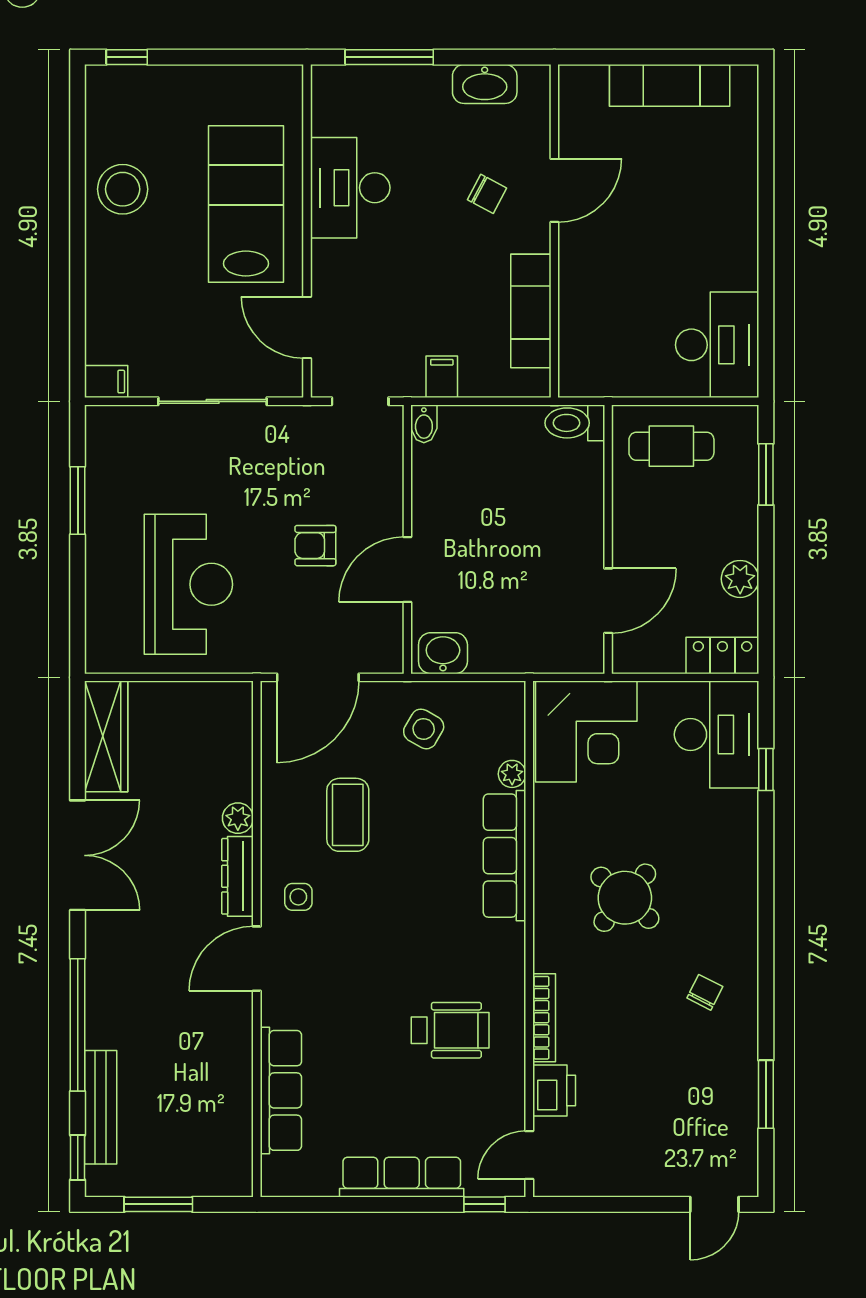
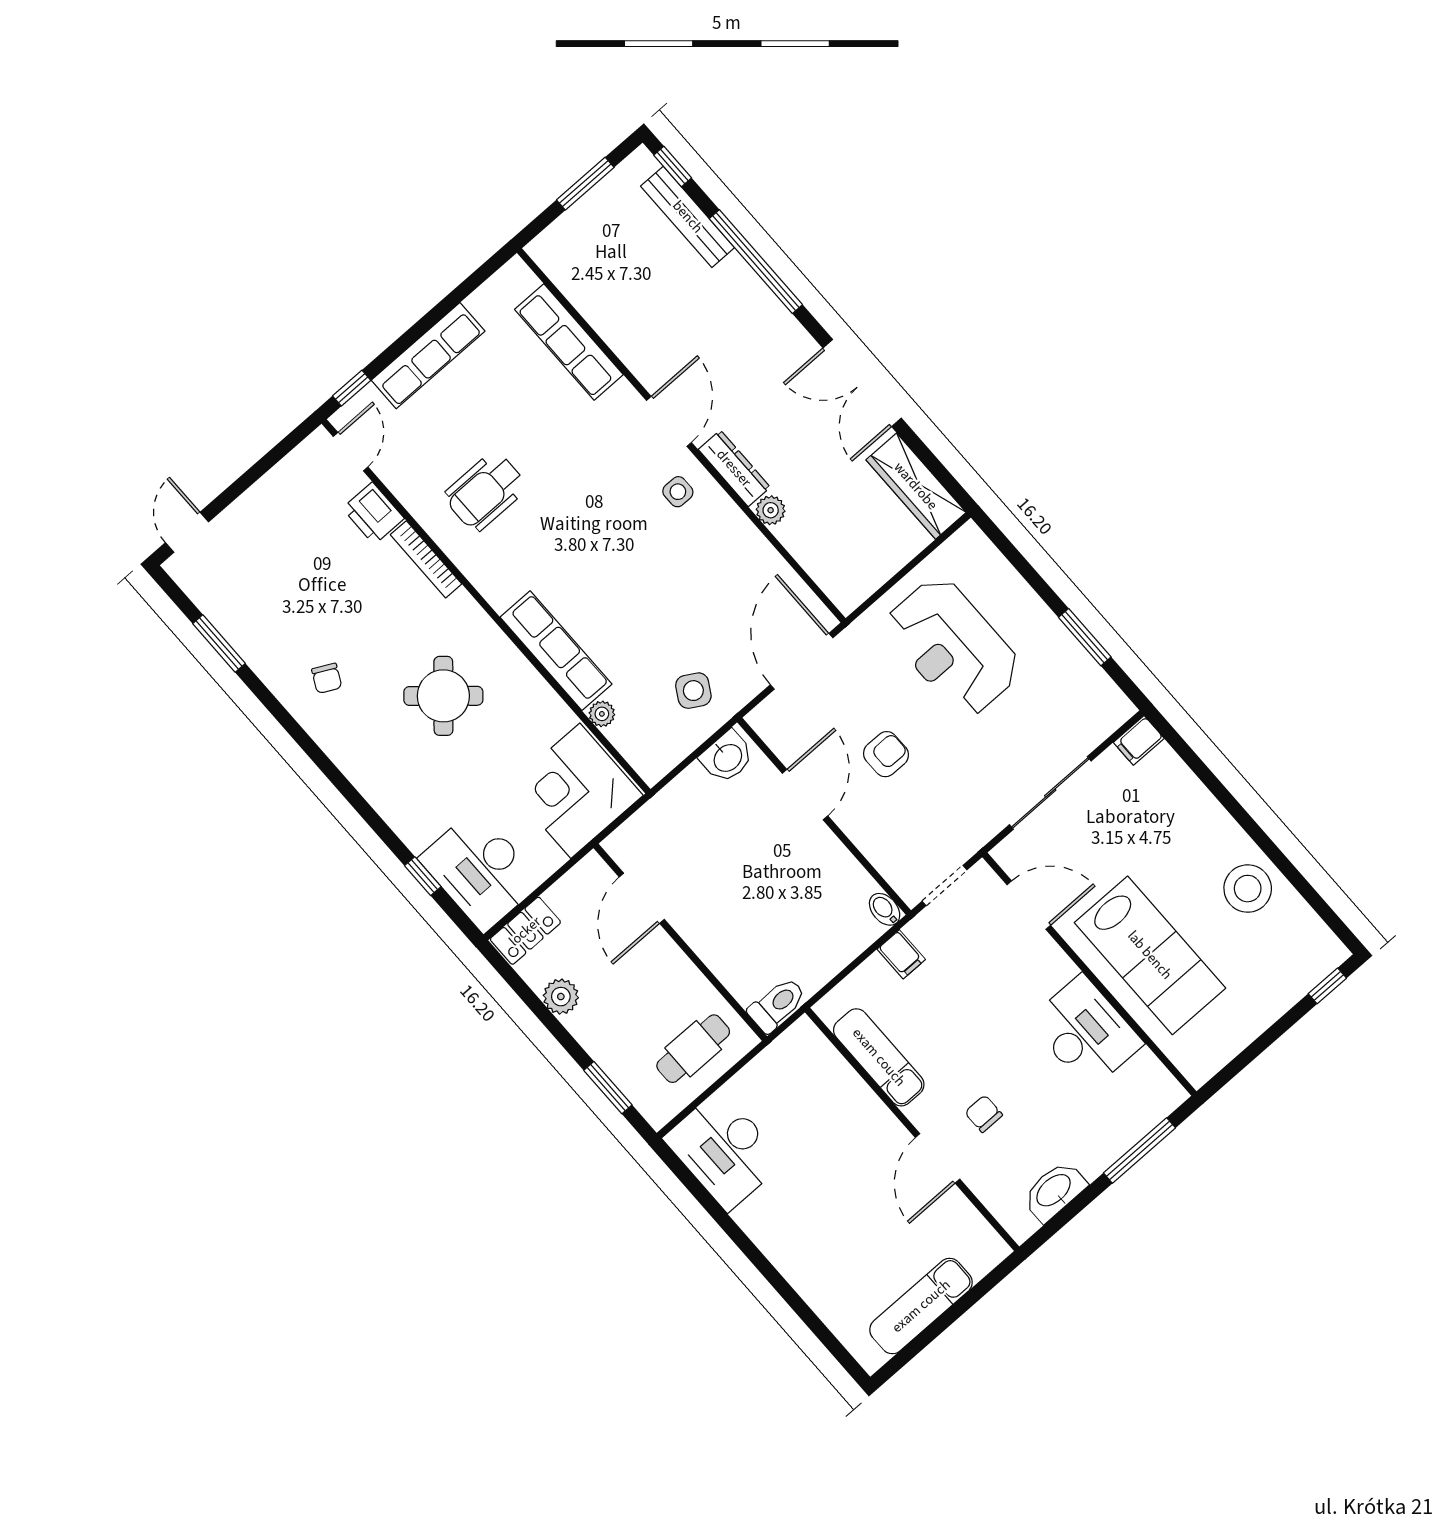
chair: (487, 194) -> (984, 1114), turned 62
coffee table: (348, 815) -> (694, 582), removed

